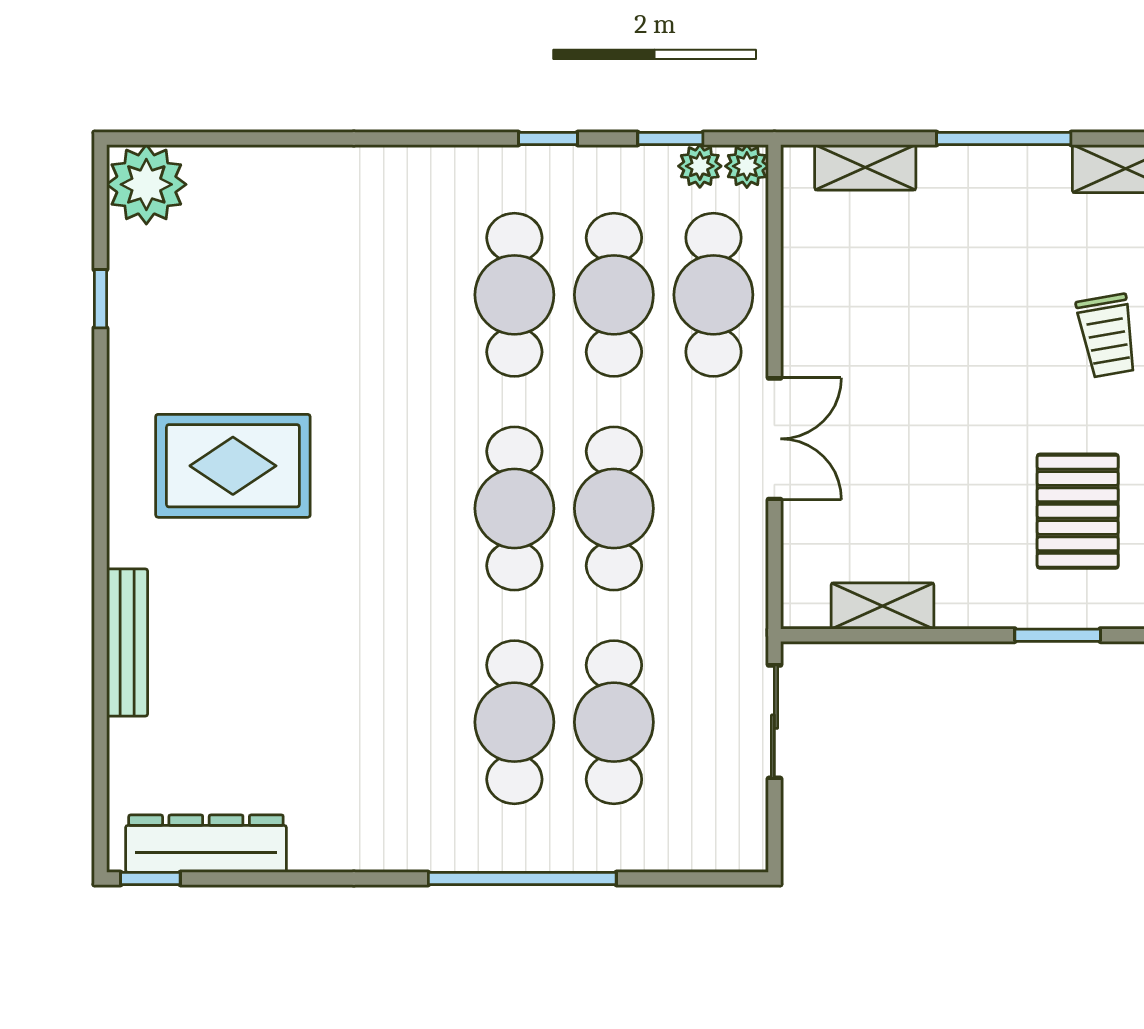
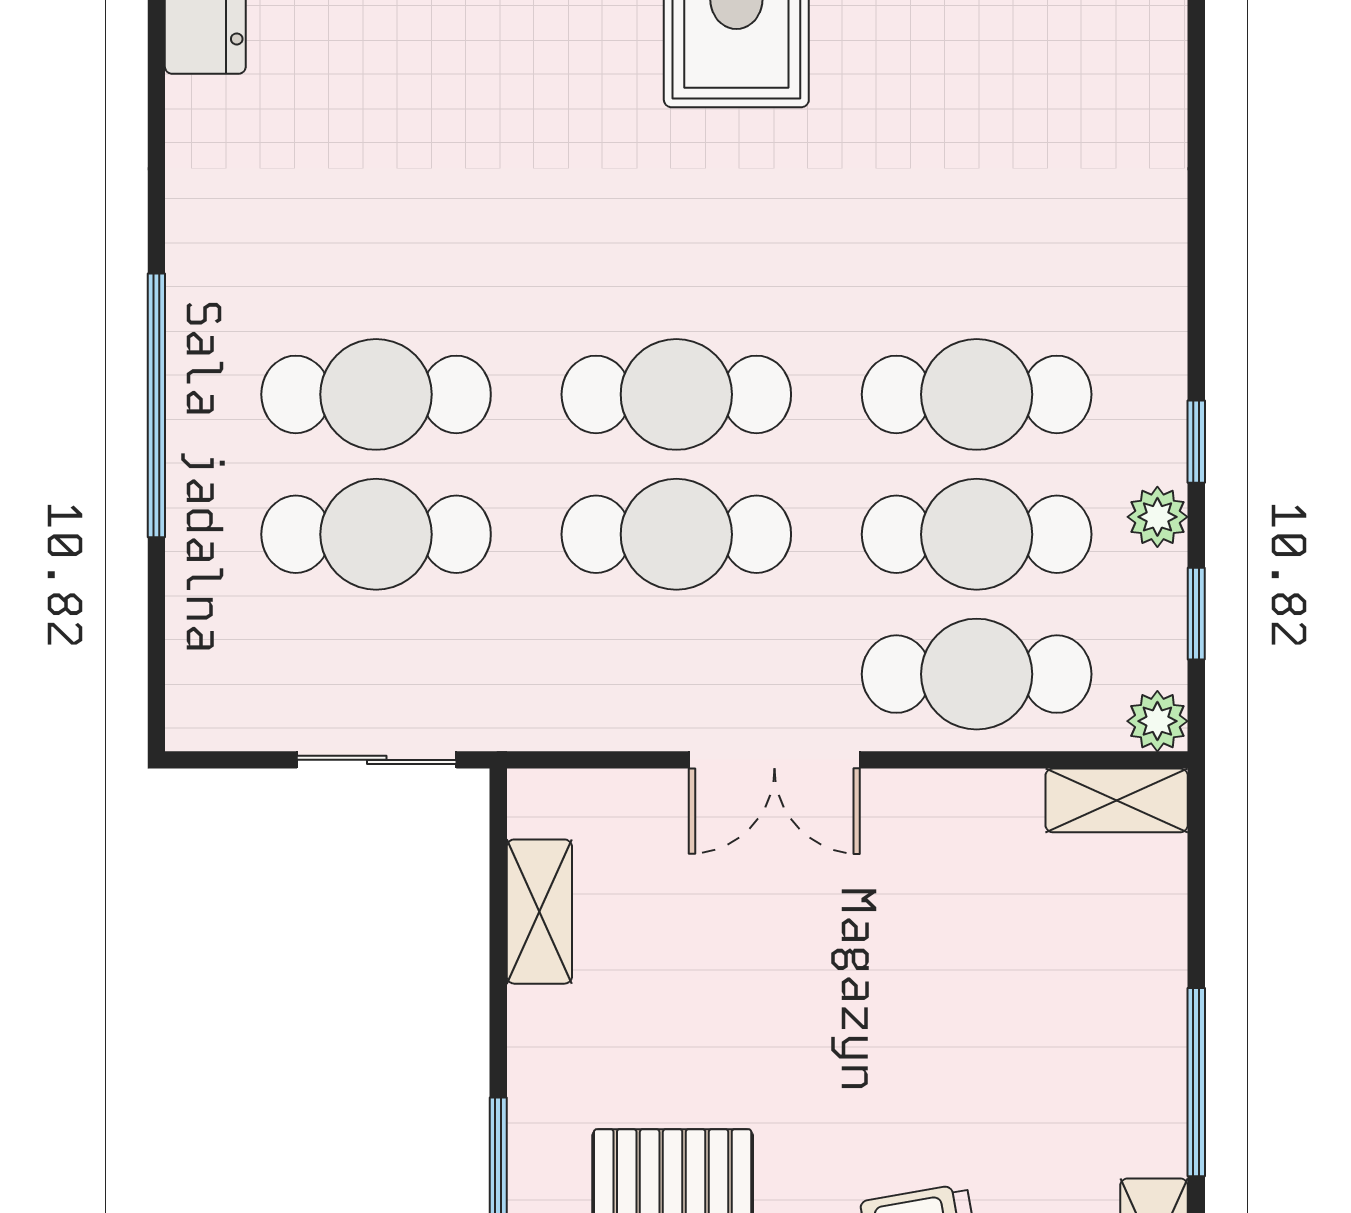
plant: (700, 166) -> (1157, 517), moved
shelving: (865, 167) -> (1117, 800), moved, turned 90

